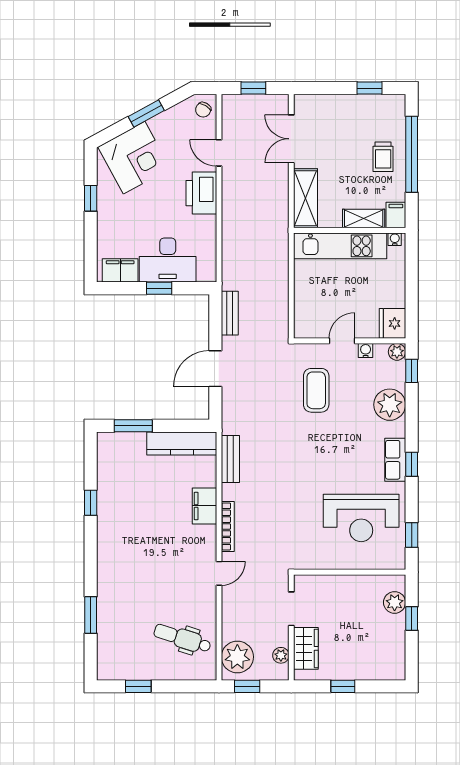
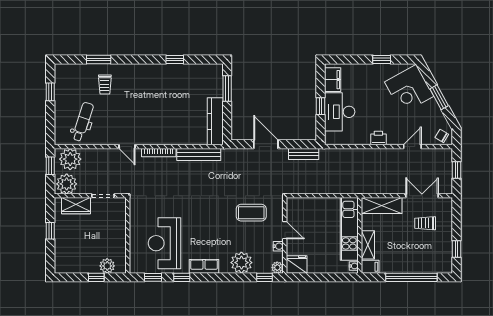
trolley: (383, 157) -> (425, 223), moved
printer: (201, 193) -> (378, 138), width x0.53, depth x0.68
bench: (230, 459) -> (199, 154), width x1.36
window: (412, 464) -> (182, 277), moved
filing cabinet: (205, 506) -> (173, 137), removed
trolley: (128, 606) -> (105, 85), added
plant: (281, 655) -> (67, 184), width x1.88, depth x1.88

